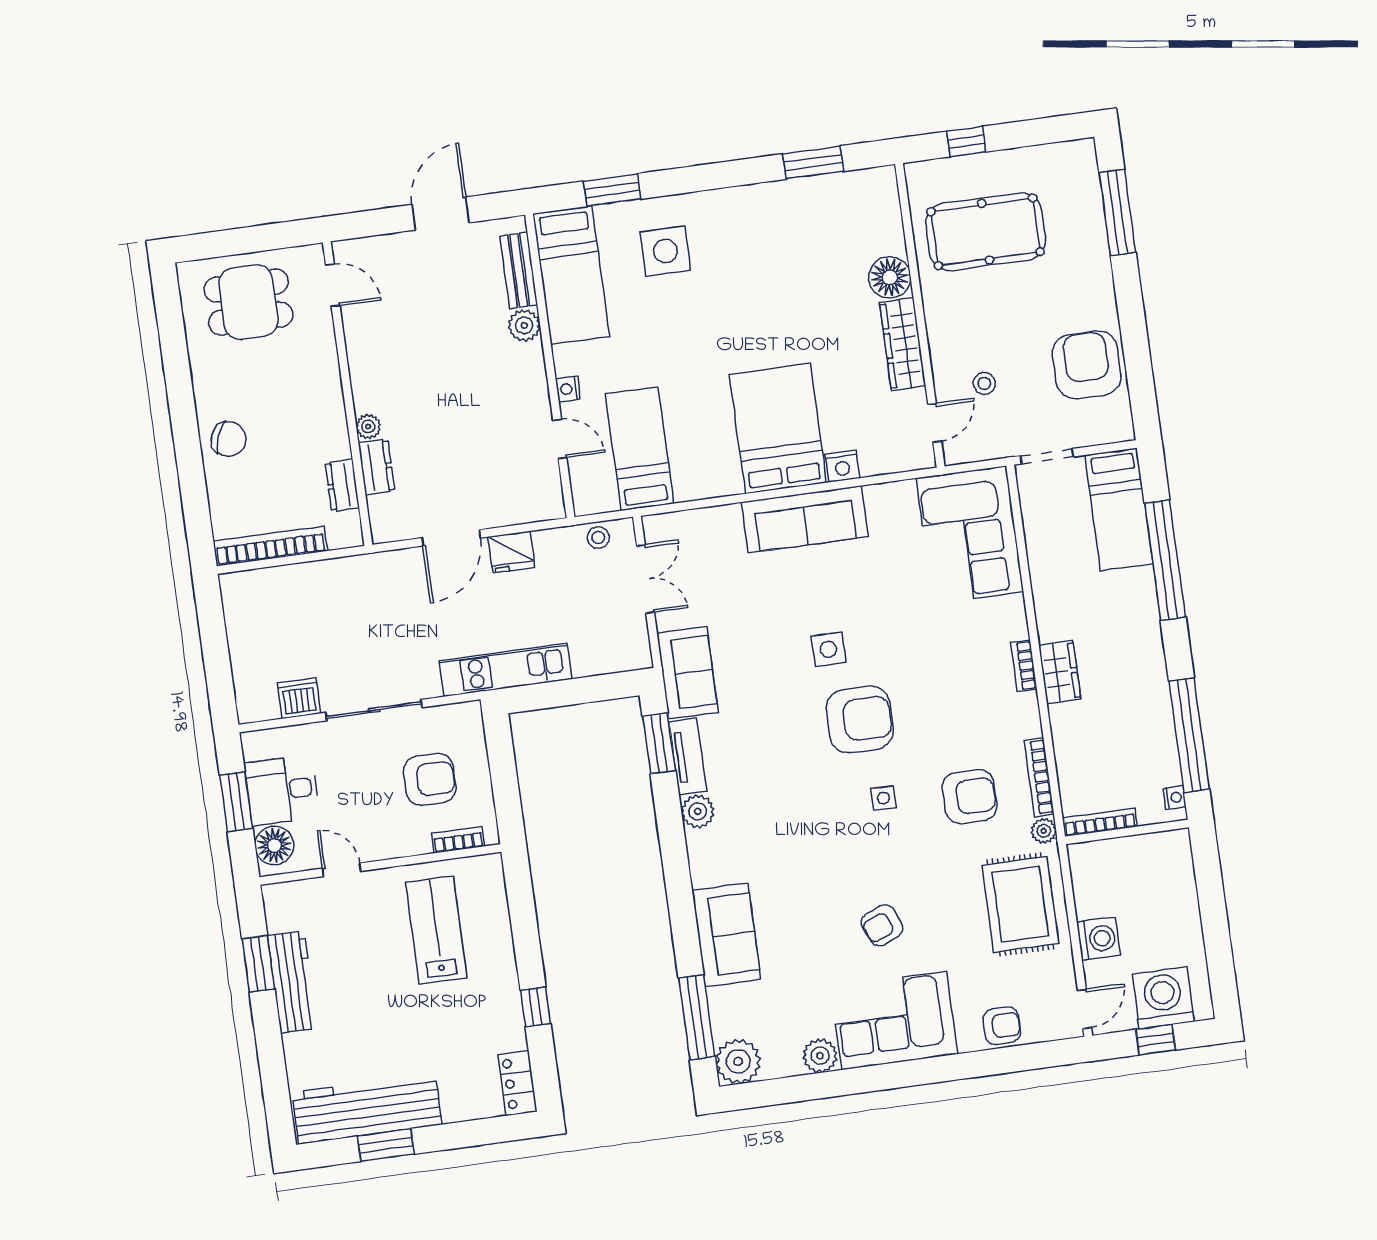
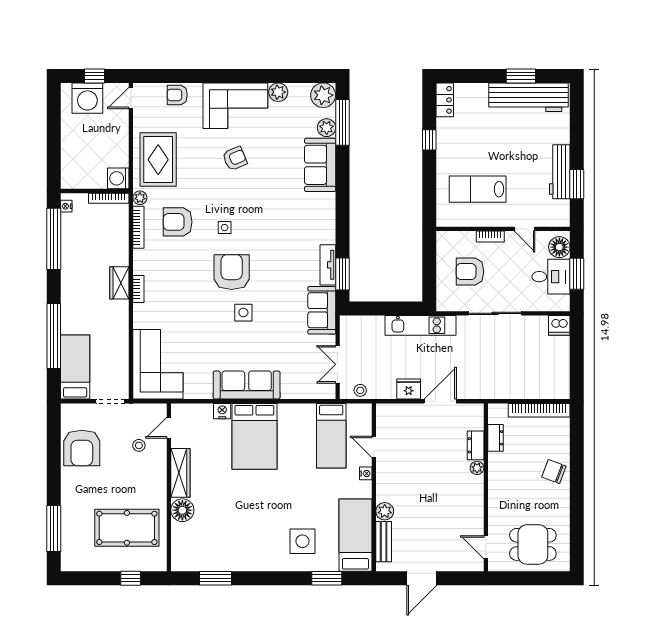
dishwasher: (299, 698) -> (559, 325), moved
armchair: (860, 719) -> (232, 272), turned 90
plant: (698, 811) -> (327, 128), moved
bookcase: (458, 840) -> (490, 237), moved
lab bench: (436, 930) -> (478, 189), turned 90
washing machine: (1098, 939) -> (118, 178), moved

